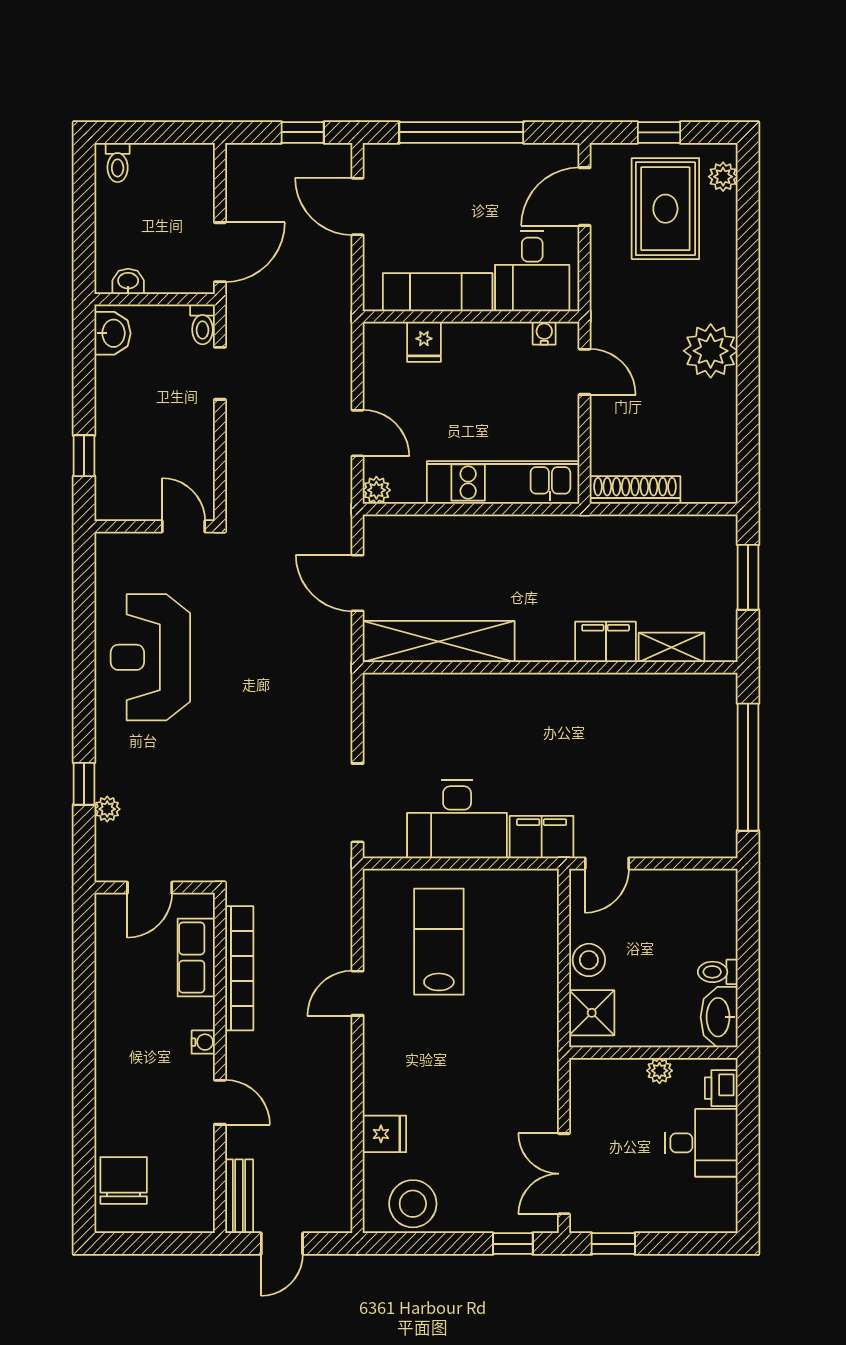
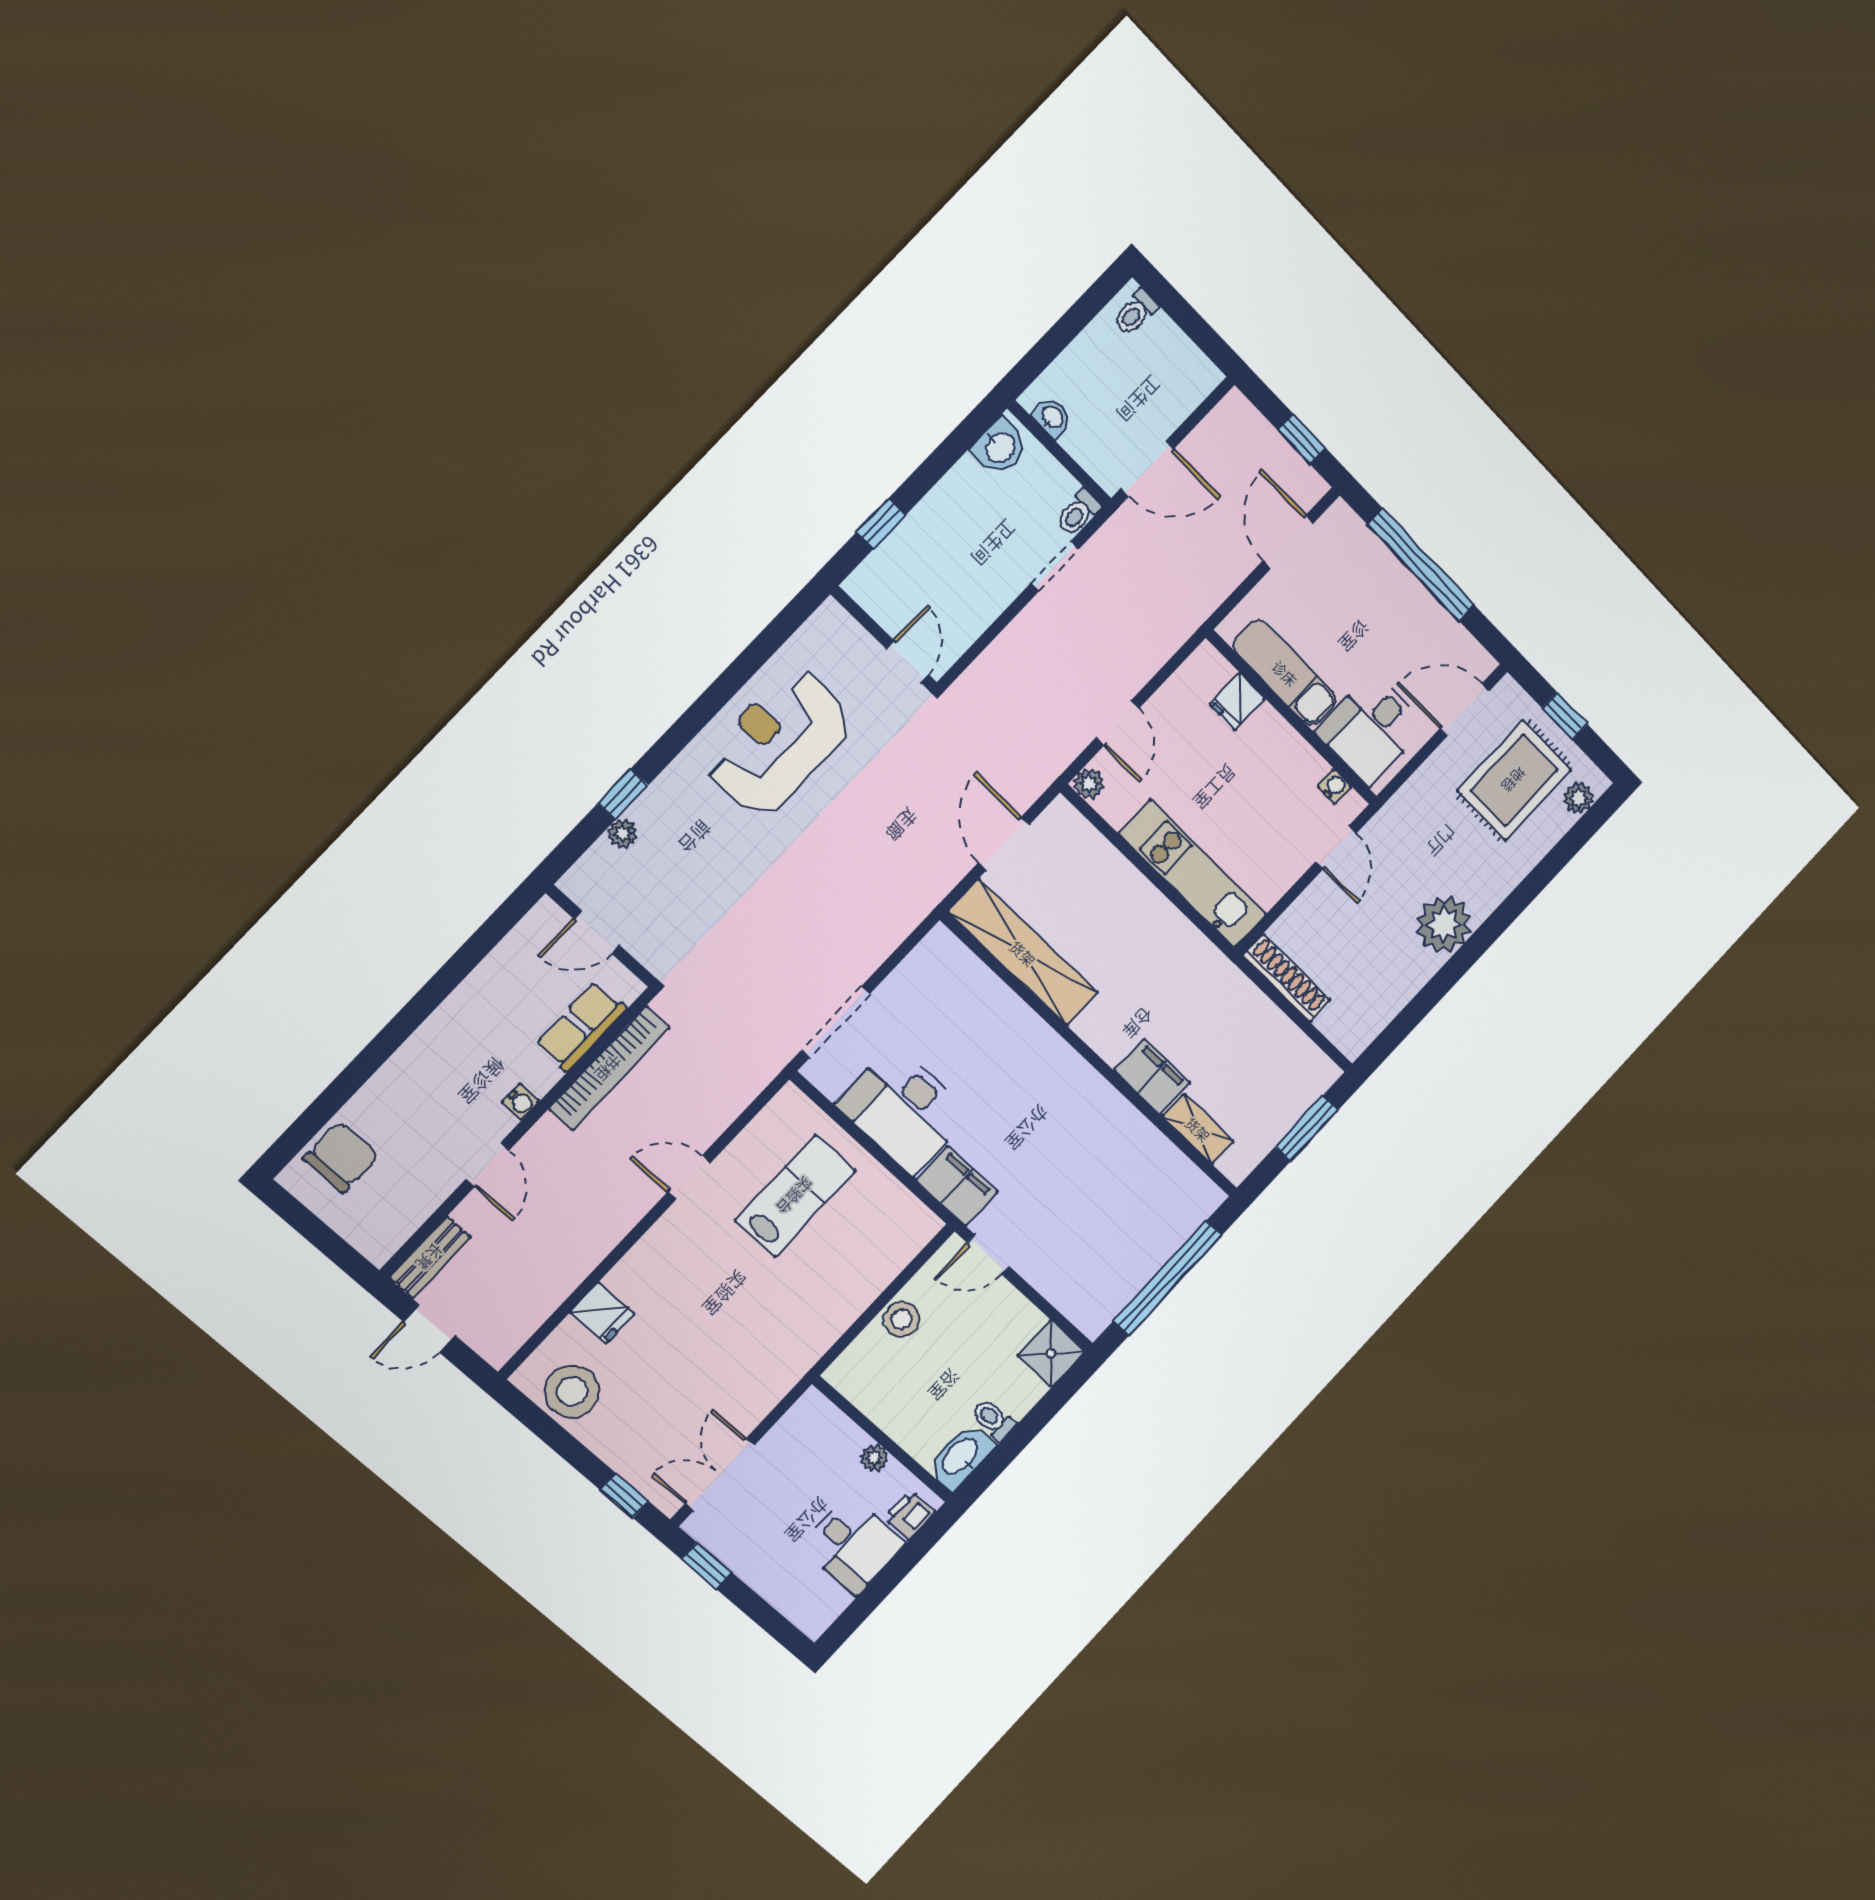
shower: (592, 1013) -> (1051, 1353), moved

